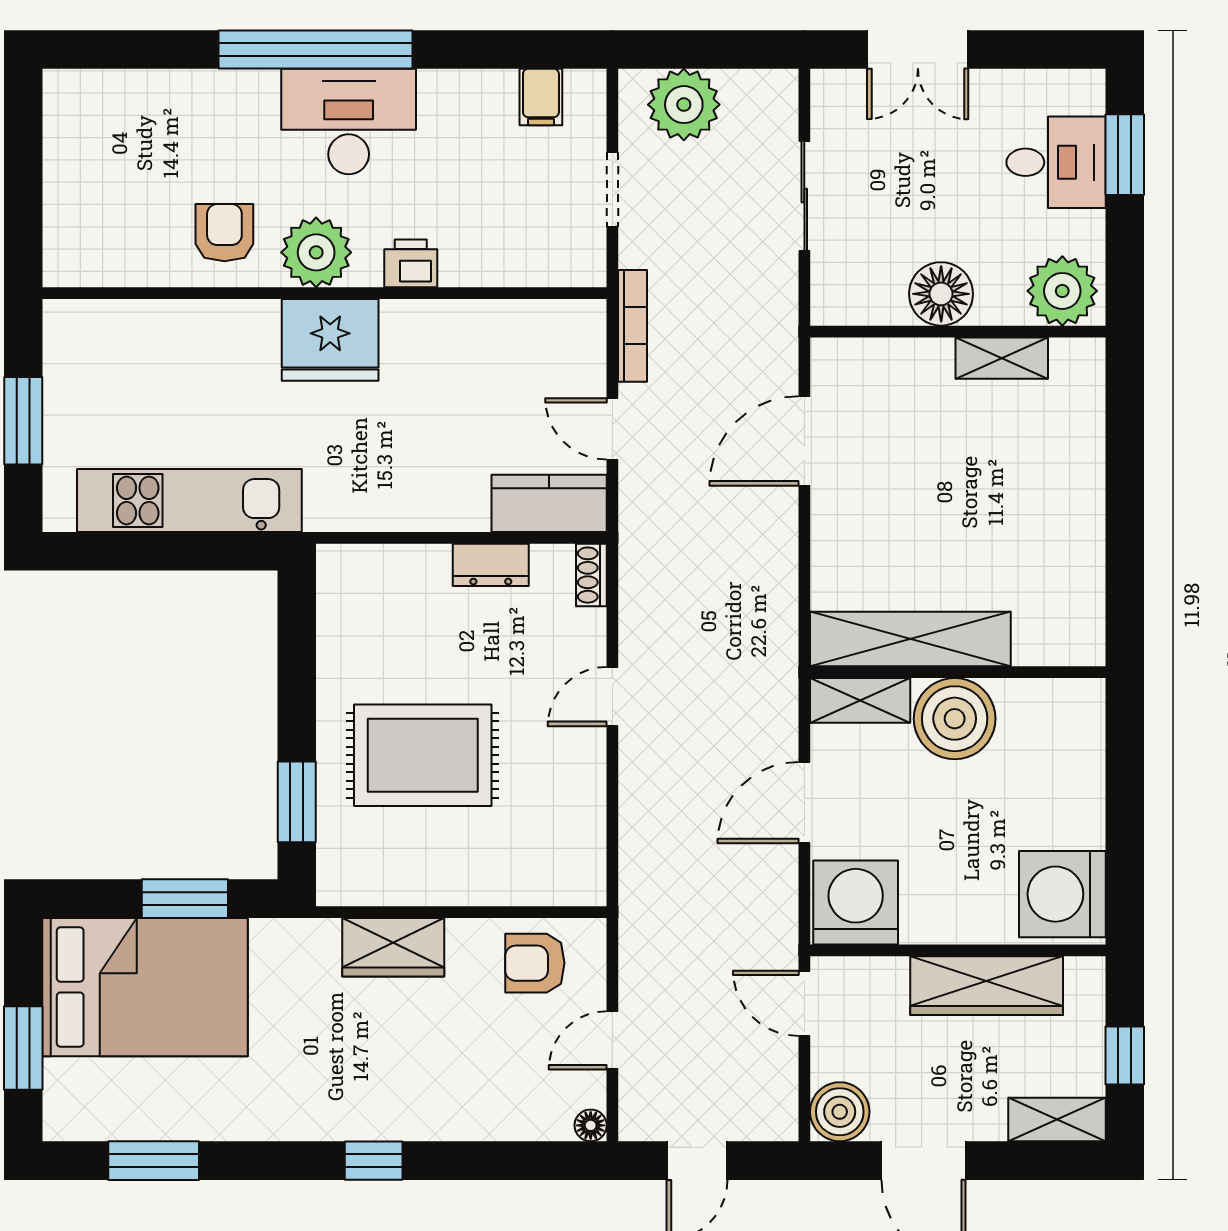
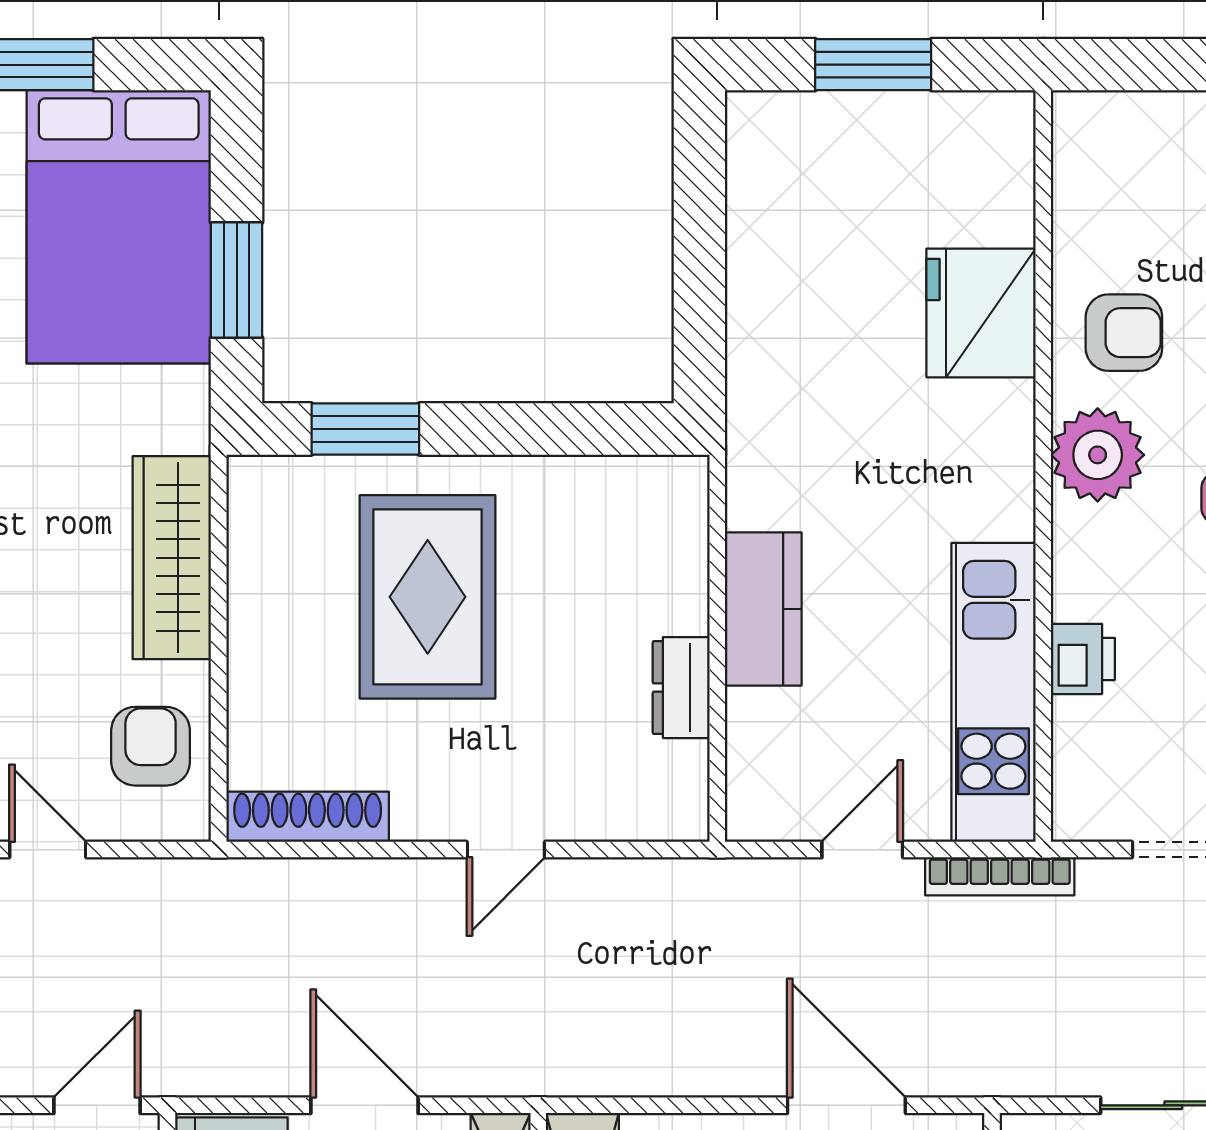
printer: (411, 263) -> (1083, 659), moved
fridge: (330, 340) -> (981, 313), moved
kitchen unit: (189, 500) -> (993, 692), moved, turned 180
kitchen counter: (549, 503) -> (763, 609), moved
shoe rack: (591, 575) -> (308, 817), moved, width x1.94, depth x1.24
door: (612, 697) -> (506, 850), swing flipped
wardrobe: (393, 947) -> (172, 558), width x1.50

